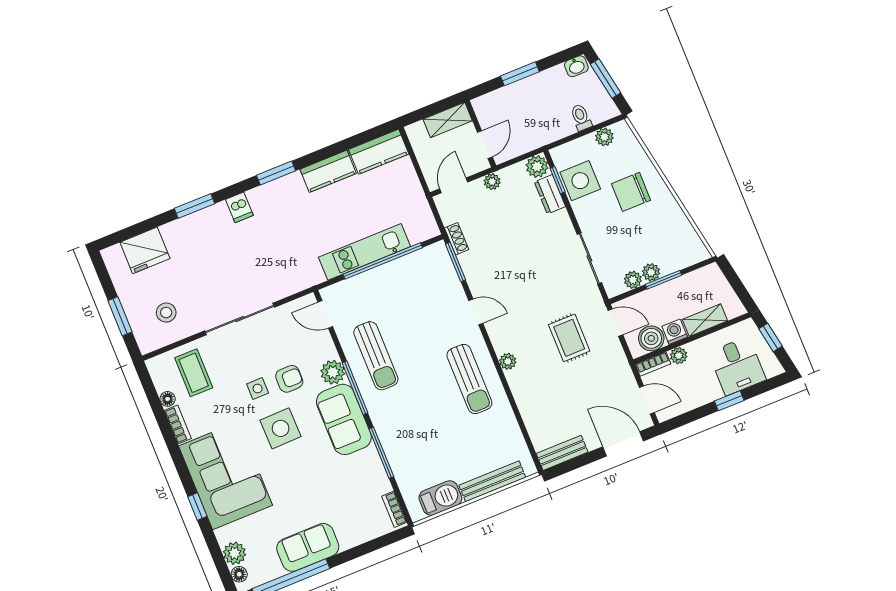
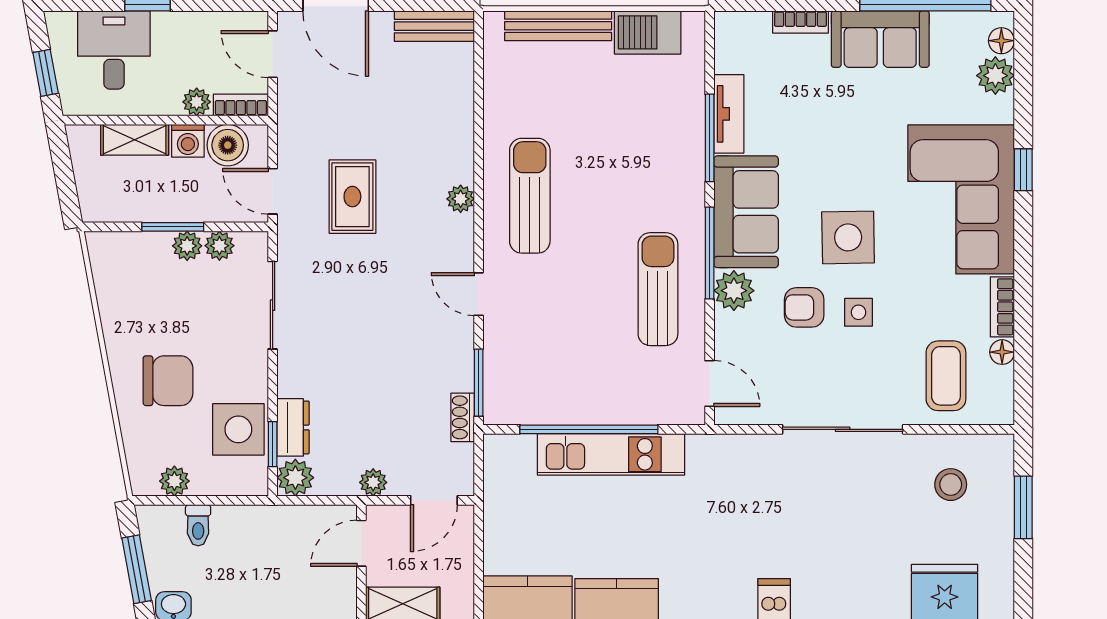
tv unit: (376, 471) -> (729, 114), added
bookcase: (394, 509) -> (801, 22), moved, turned 90

